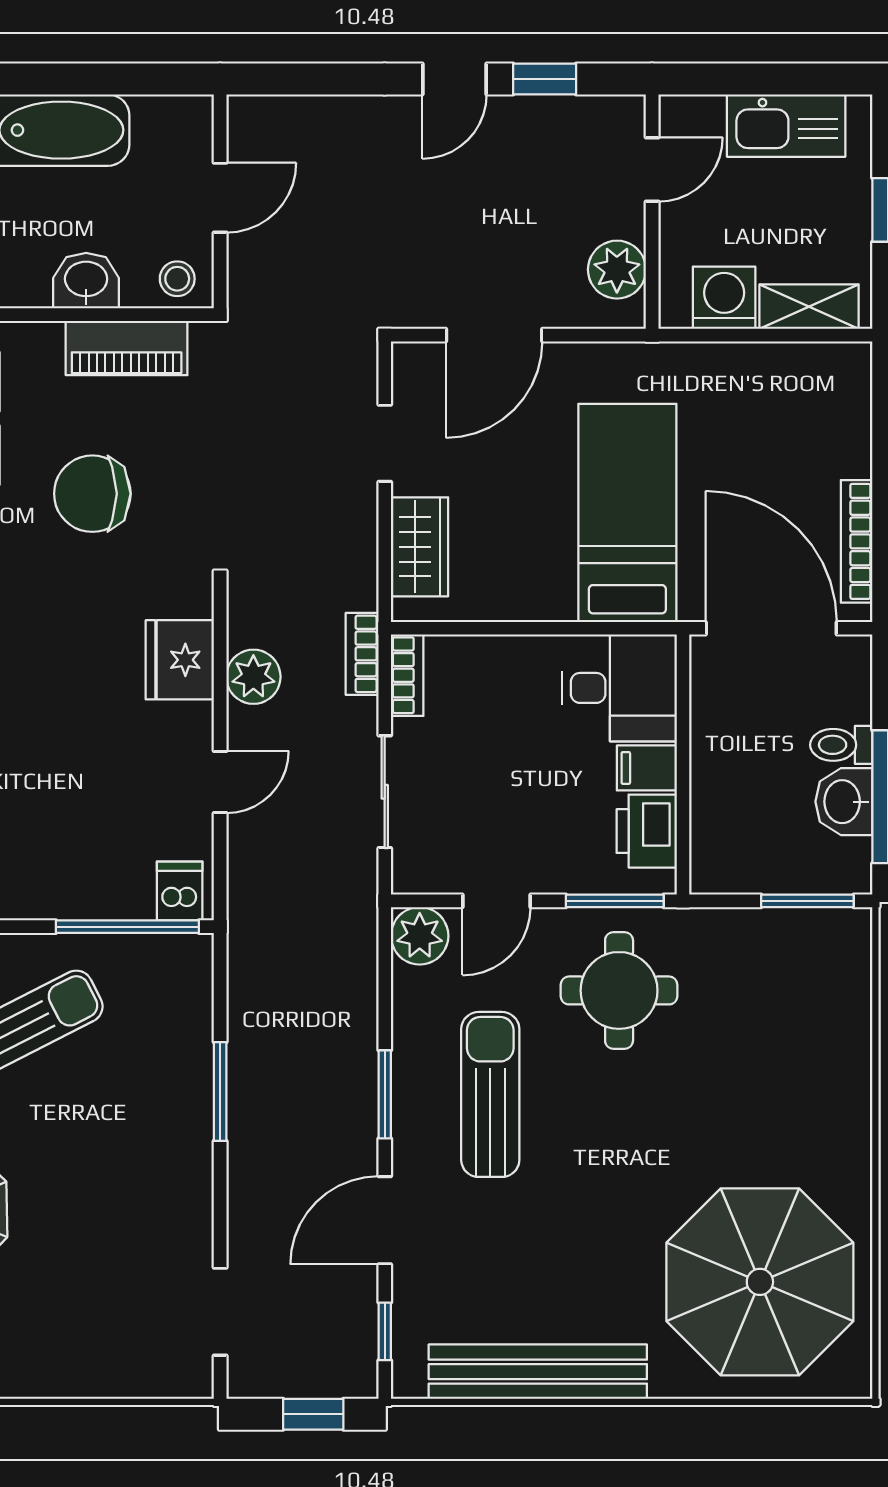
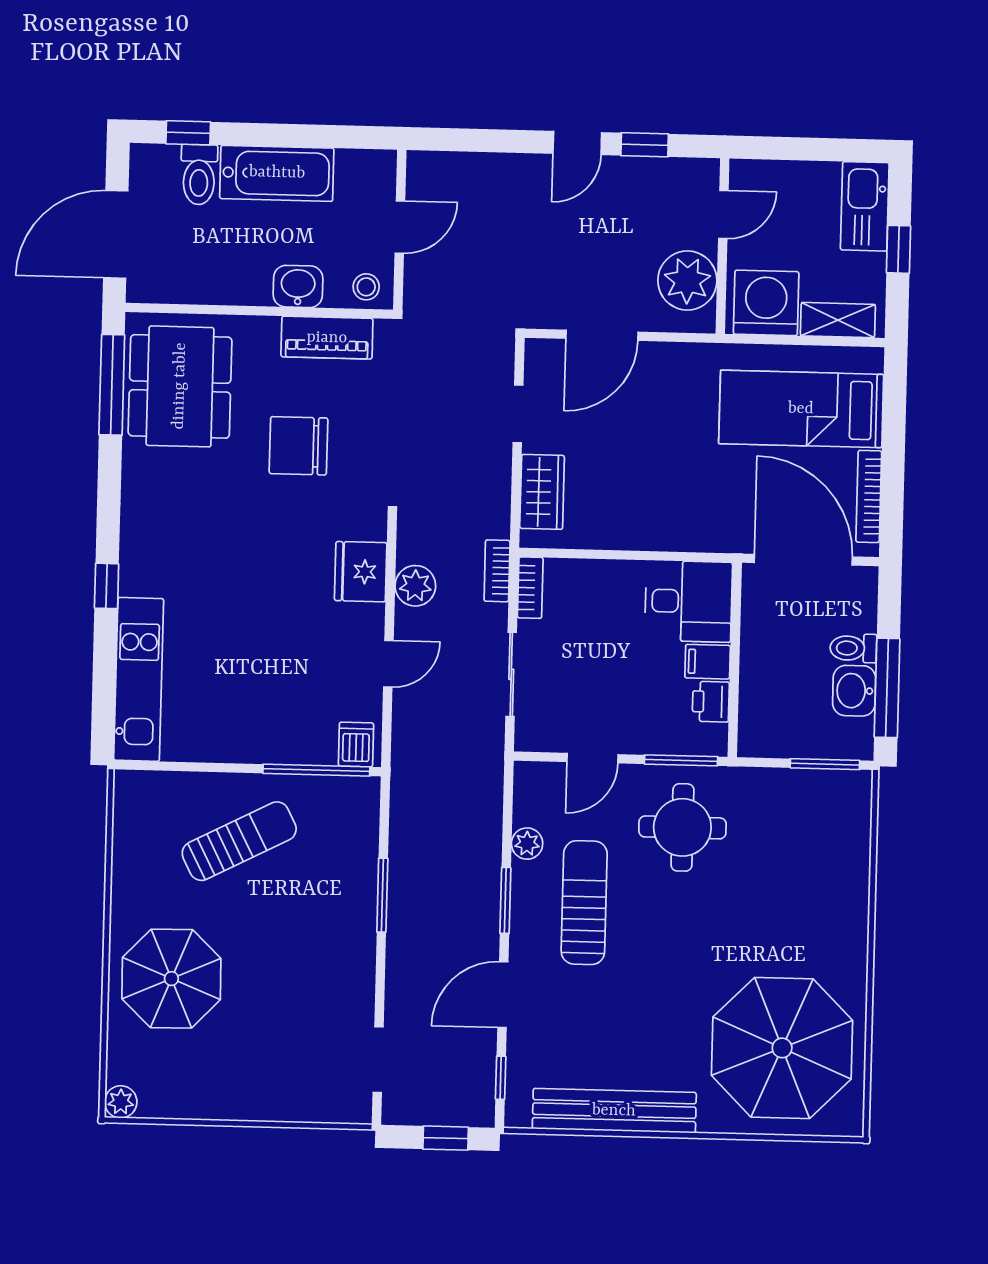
kitchen sink: (786, 126) -> (865, 206), moved, turned 90
plant: (617, 270) -> (687, 281), width x1.36, depth x1.36
washing machine: (724, 298) -> (766, 303), width x1.37, depth x1.37
bed: (627, 513) -> (801, 409), moved, turned -90
printer: (647, 831) -> (711, 702), width x0.73, depth x0.81
plant: (420, 936) -> (527, 844), moved, width x0.73, depth x0.73

